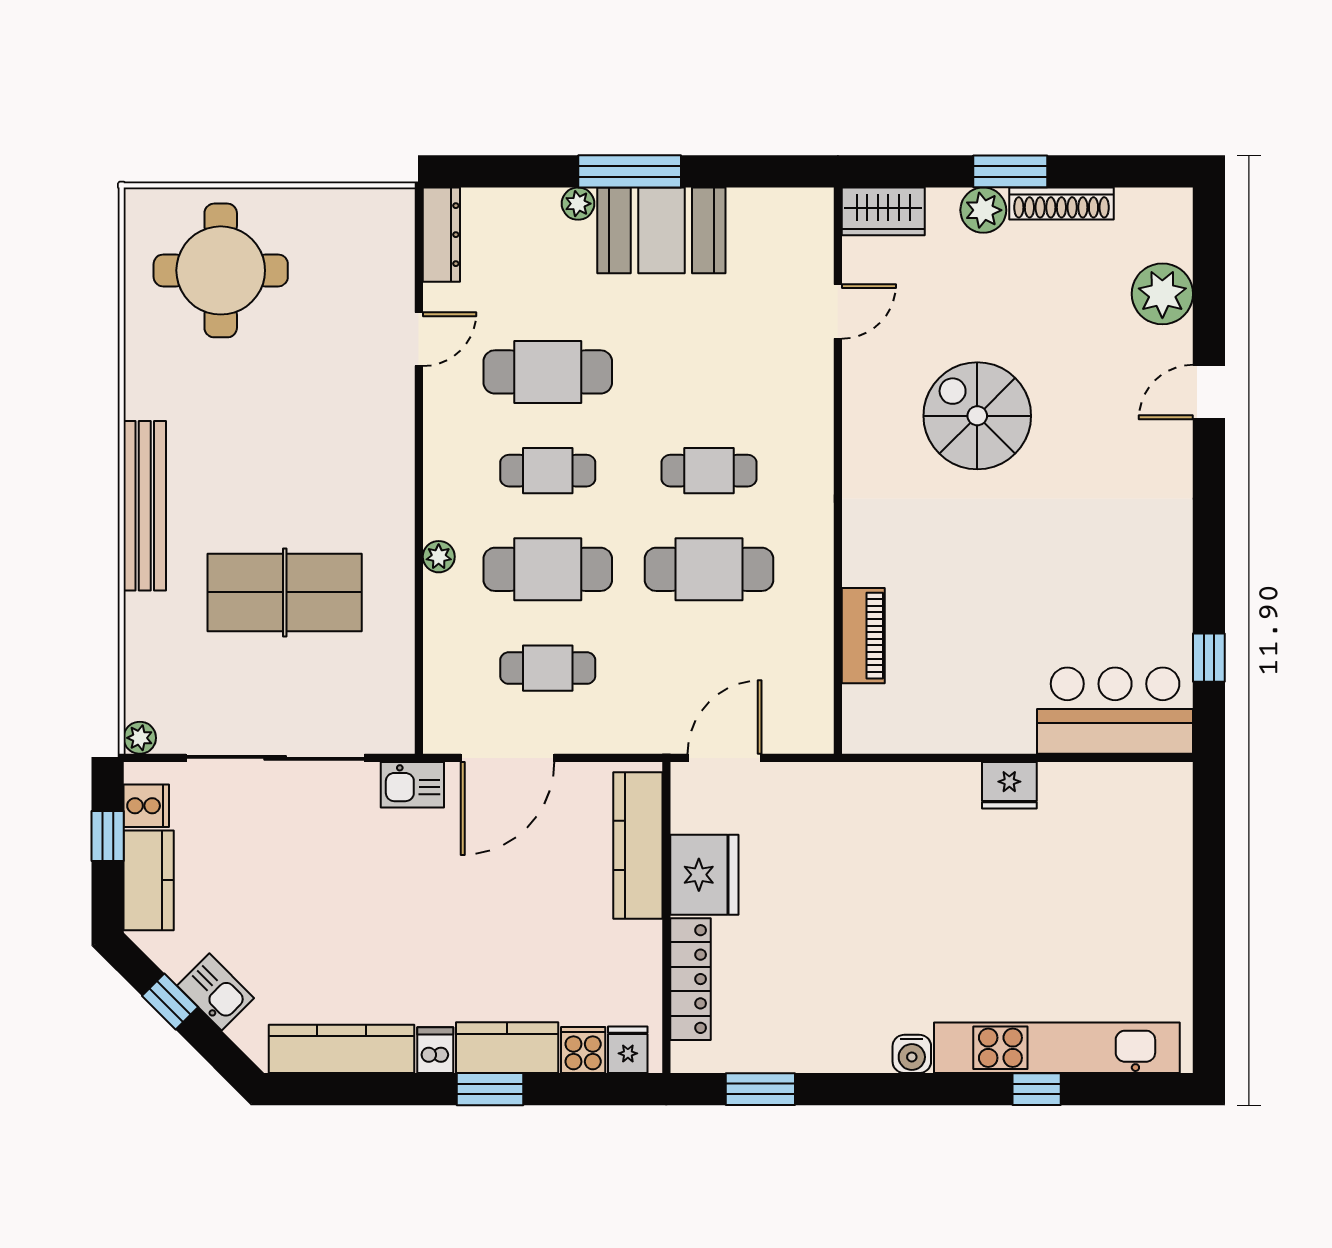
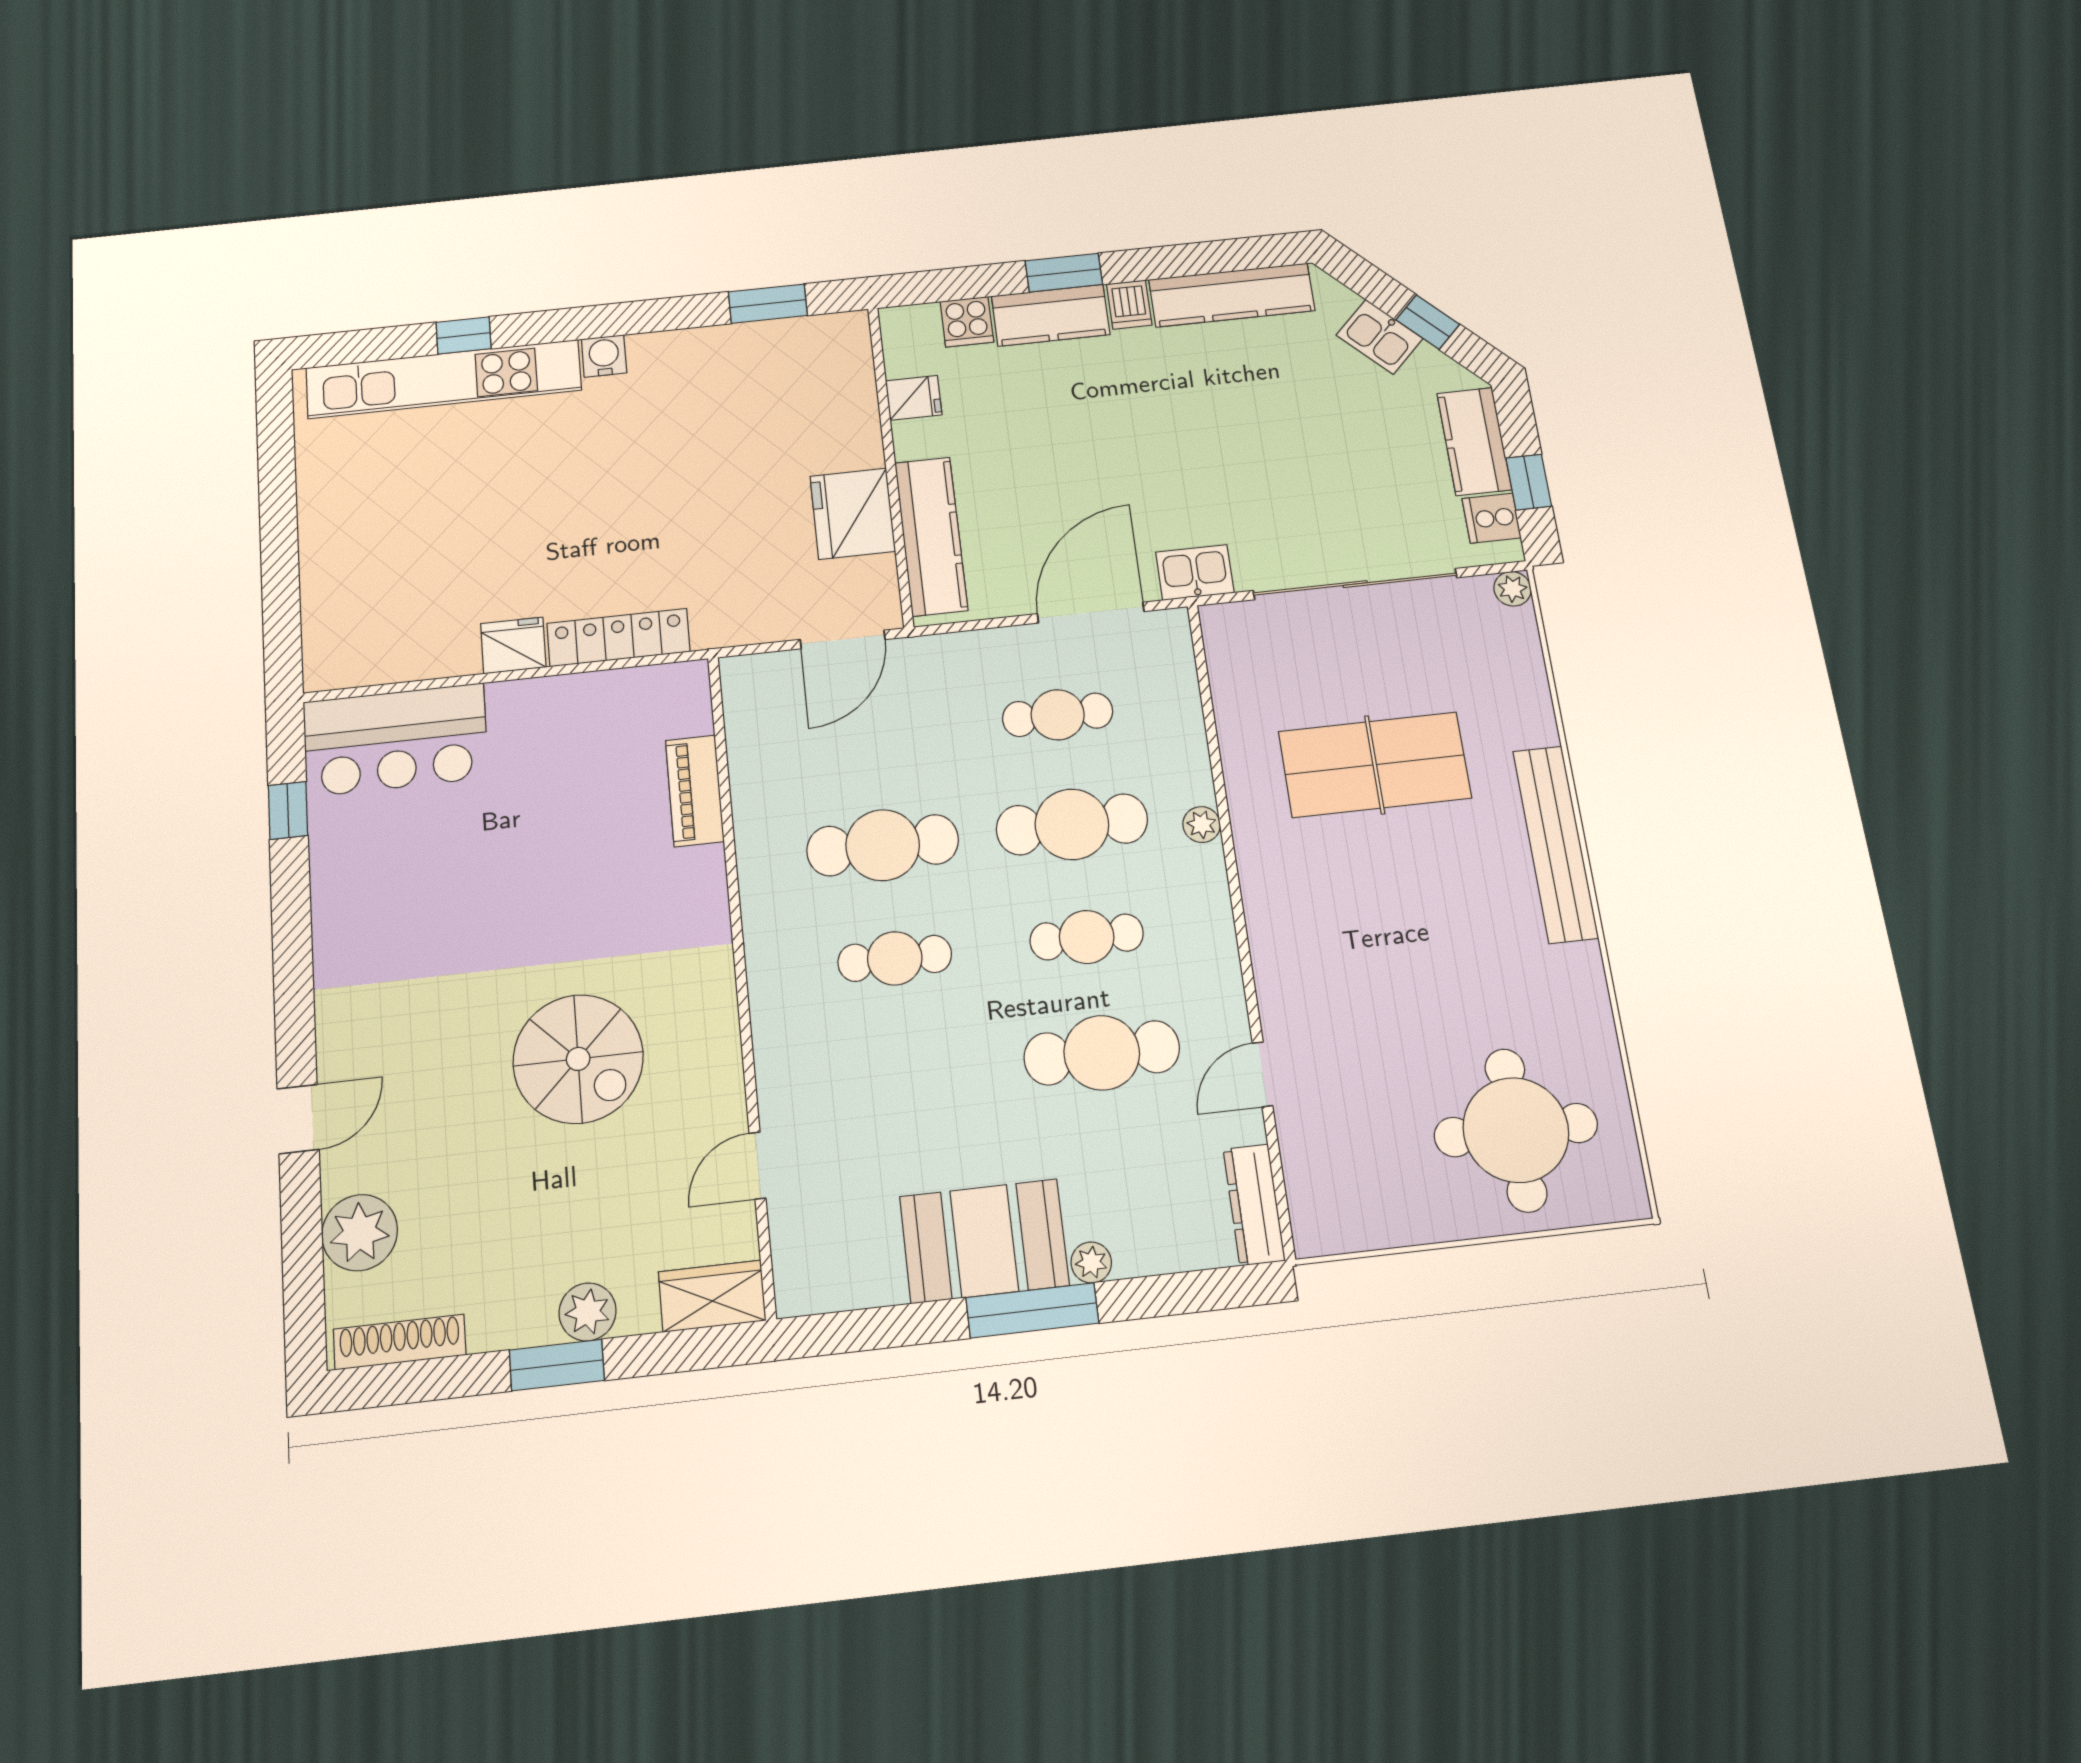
shoe rack: (1061, 203) -> (400, 1342), moved
locker: (690, 979) -> (618, 638), moved, turned 90
fridge: (628, 1050) -> (914, 398), moved, turned -90

